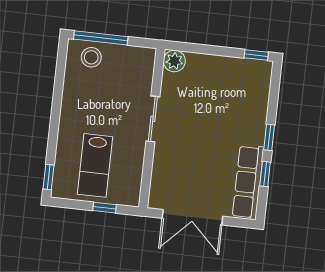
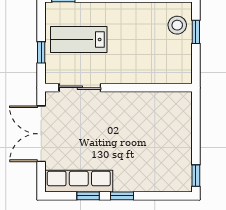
window: (101, 38) -> (196, 32), width x0.46
plant: (174, 61) -> (182, 101), removed
sliding door: (153, 119) -> (80, 88), moved

